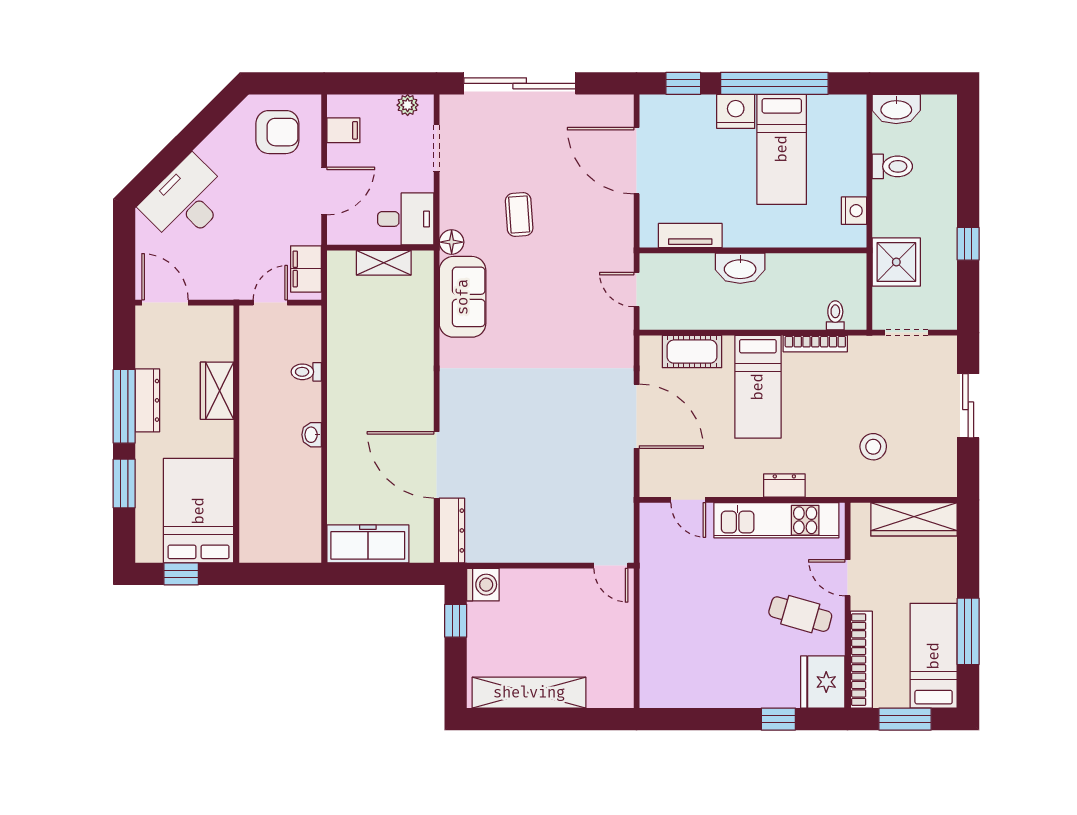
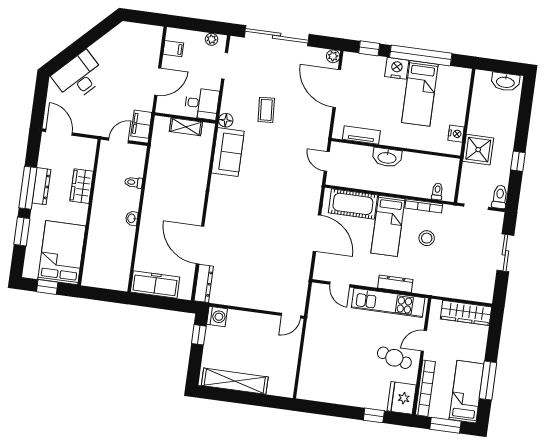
plant: (622, 106) -> (333, 56), added
washbasin: (896, 109) -> (505, 82), moved
armchair: (277, 132) -> (136, 44), removed
toilet: (892, 166) -> (500, 197), moved, turned -90
shower: (896, 262) -> (478, 150), moved
cot: (692, 352) -> (353, 204), width x1.37, depth x1.34
stool: (873, 447) -> (427, 238), moved
dresser: (784, 485) -> (395, 284), width x1.44
door: (611, 566) -> (291, 316), hinge flipped
door: (848, 578) -> (424, 341), hinge flipped

